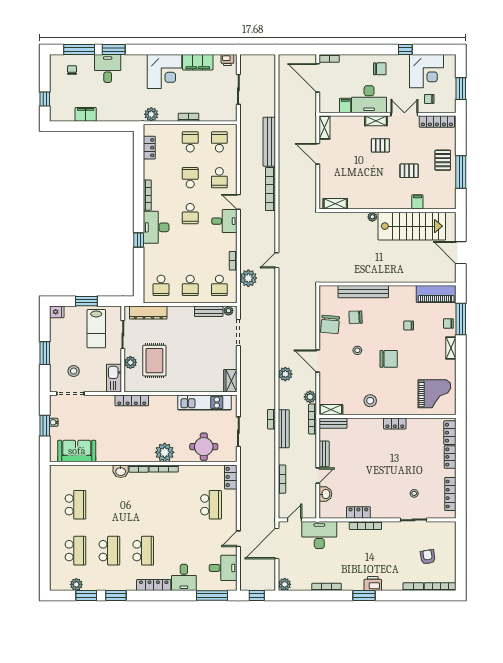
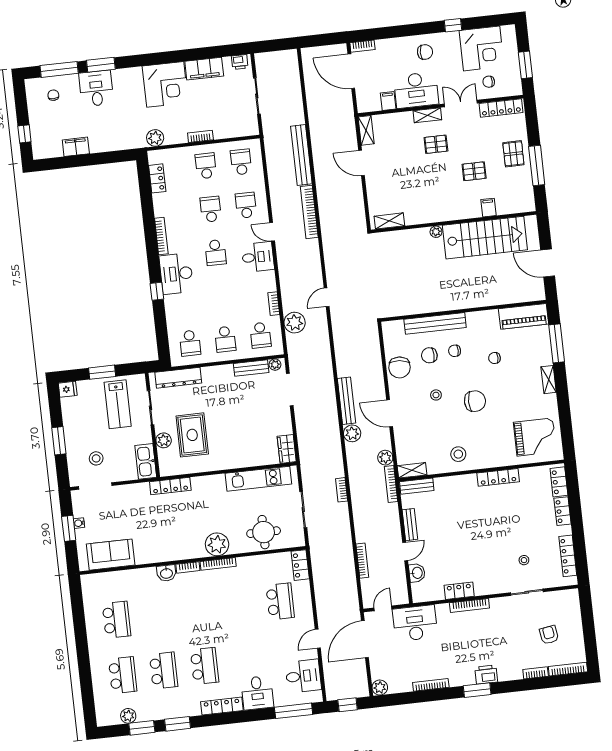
school desk: (219, 178) -> (246, 205), turned 180
chair: (448, 323) -> (455, 351), moved
locker: (395, 423) -> (498, 477), width x1.53
bench: (284, 429) -> (346, 401), moved

